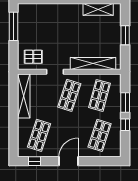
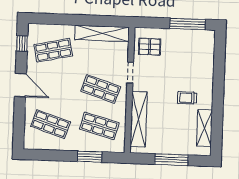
trolley: (74, 24) -> (187, 98), added
window: (125, 35) -> (171, 160), width x1.44
pallet: (33, 57) -> (150, 47), turned 90
window: (125, 125) -> (62, 156), removed
shop shelf: (39, 135) -> (53, 50), turned -30

